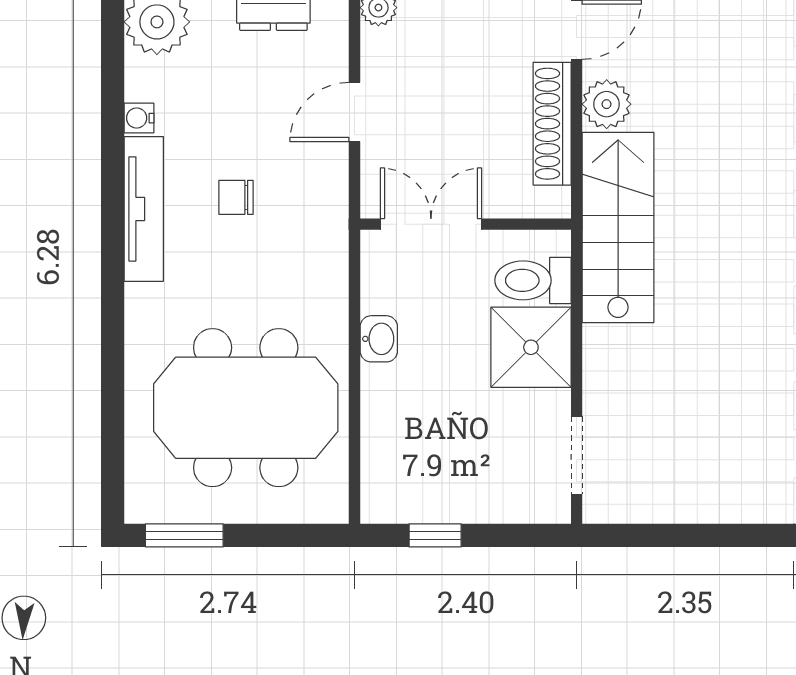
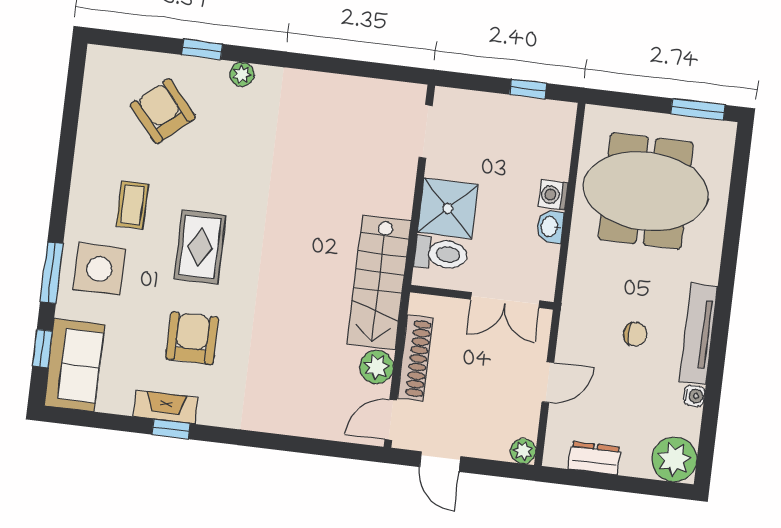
washing machine: (380, 386) -> (553, 195), added

